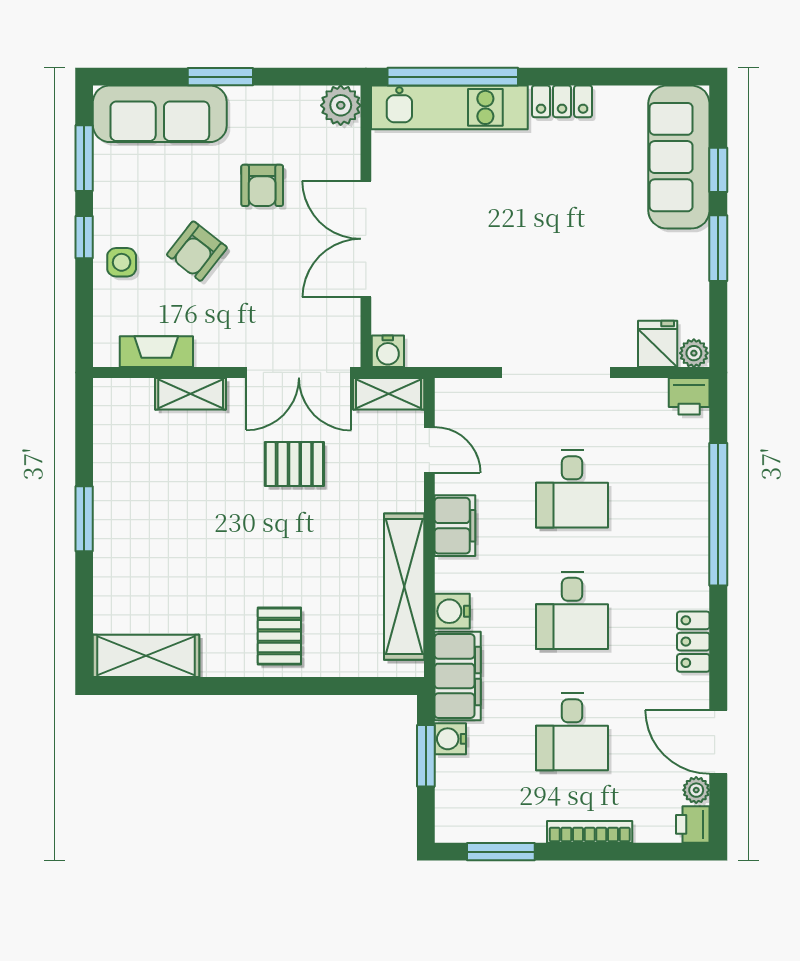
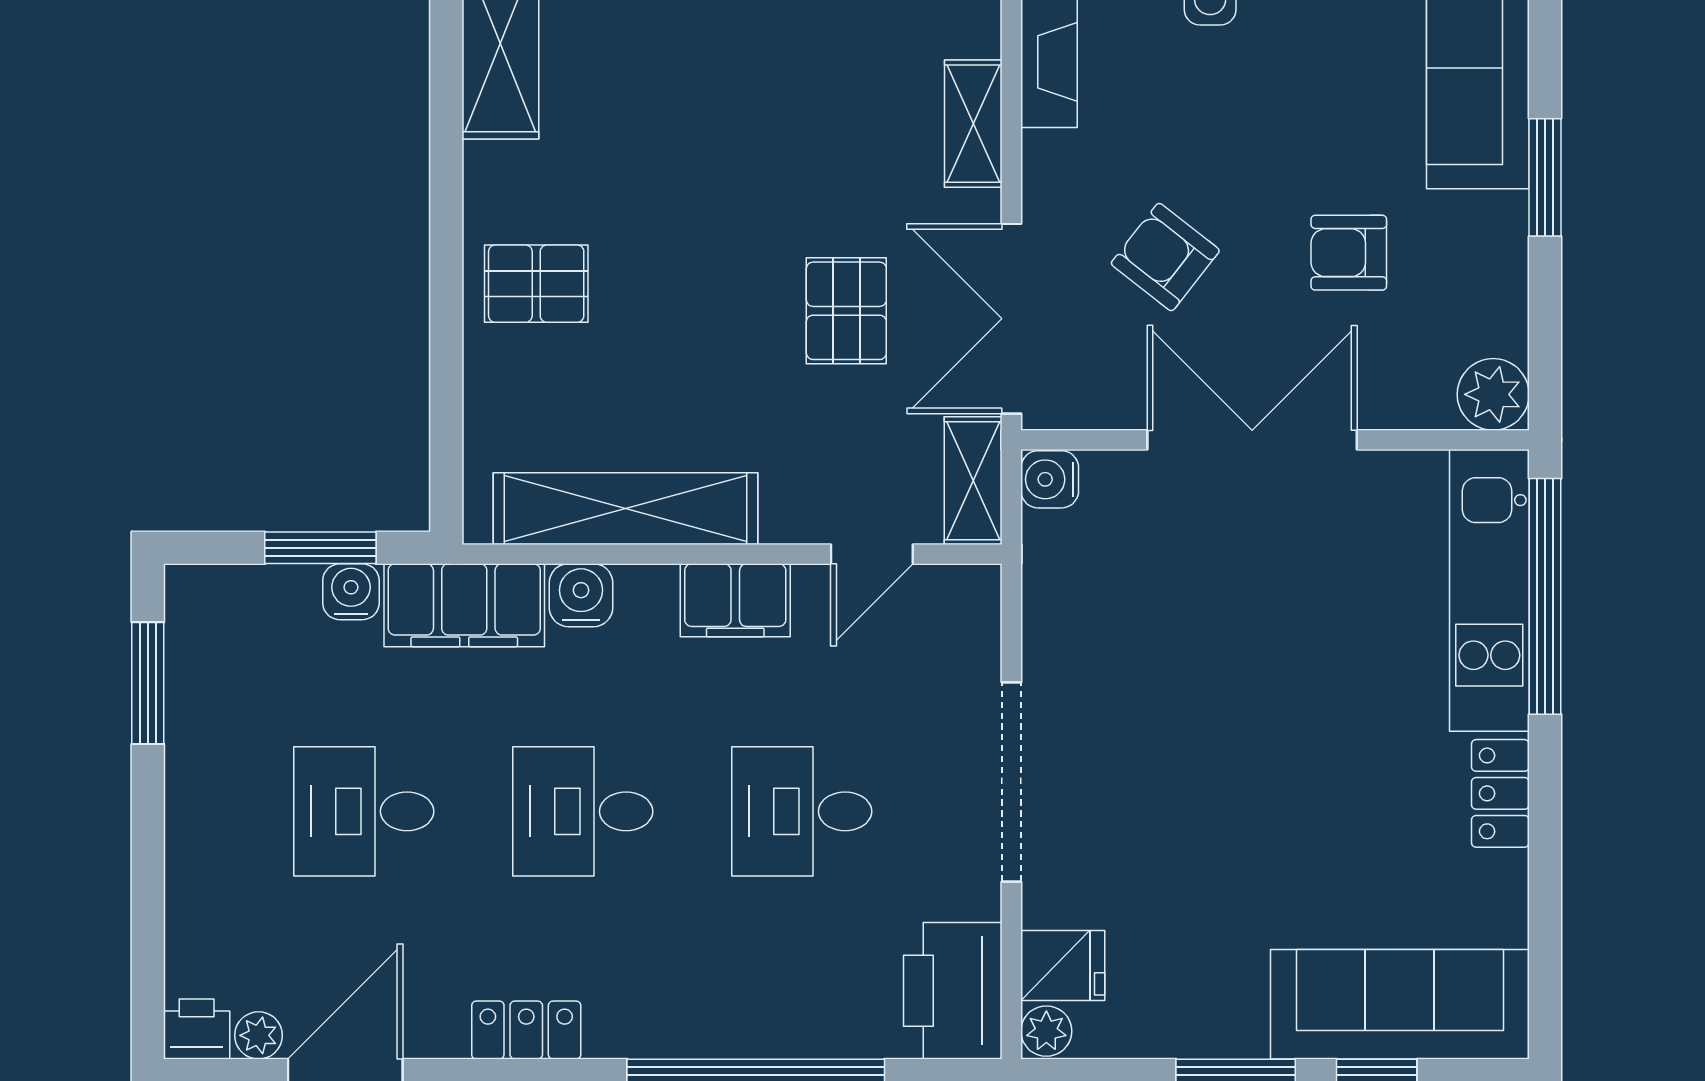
armchair: (197, 251) -> (1165, 257), moved
printer: (689, 396) -> (953, 991), width x1.87, depth x1.48
bookcase: (590, 832) -> (183, 843), removed

